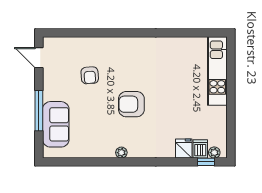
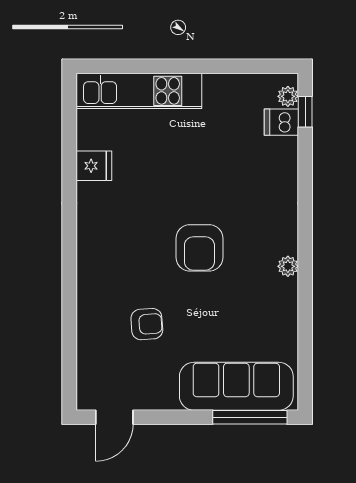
window: (39, 111) -> (250, 417), moved
sofa: (56, 124) -> (236, 386), width x1.36
fridge: (184, 149) -> (94, 166), moved, turned 180

